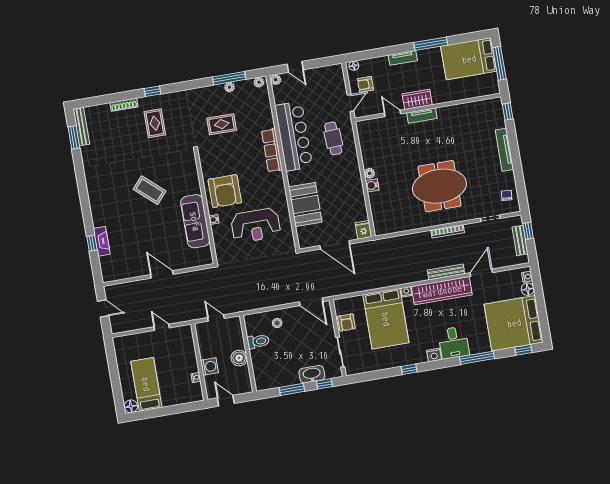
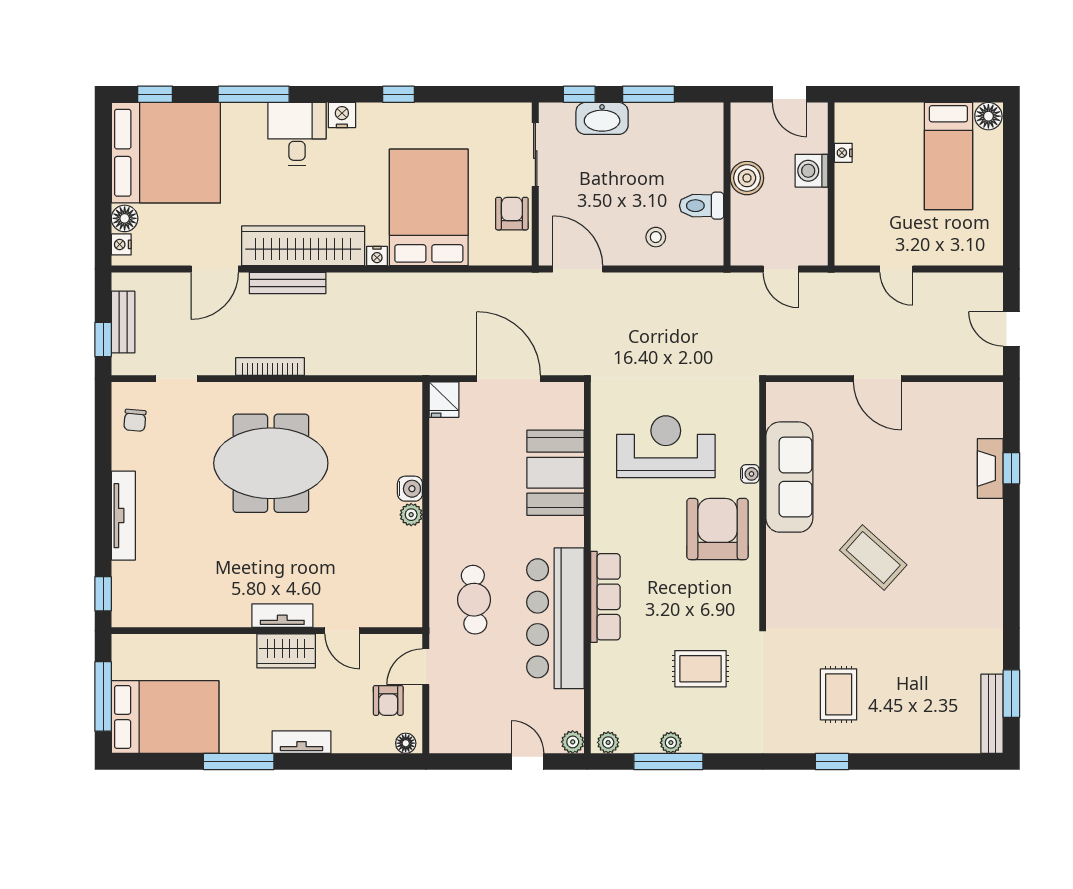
armchair: (365, 84) -> (388, 700), turned 90
shoe rack: (124, 105) -> (896, 744), removed

